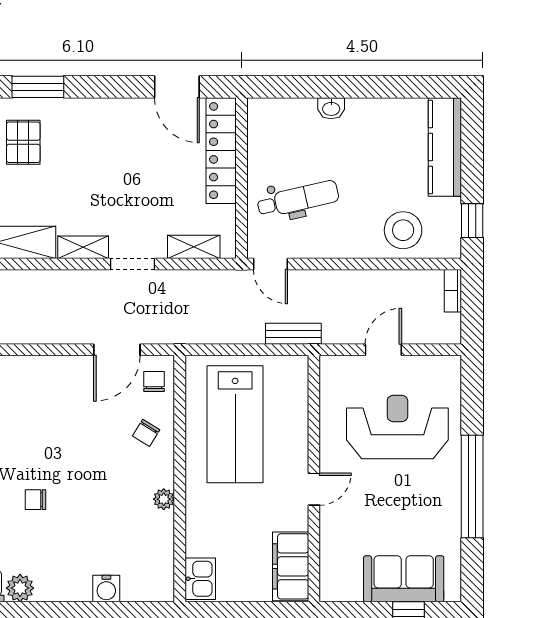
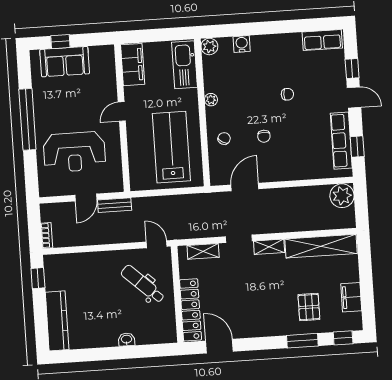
dental chair: (298, 199) -> (143, 284), turned 56
stool: (403, 230) -> (79, 270), removed
bench: (293, 334) -> (115, 205), moved
chair: (154, 382) -> (264, 136), moved
kitchen sink: (200, 579) -> (185, 65), width x1.88, depth x1.24
plant: (20, 588) -> (209, 46), moved

